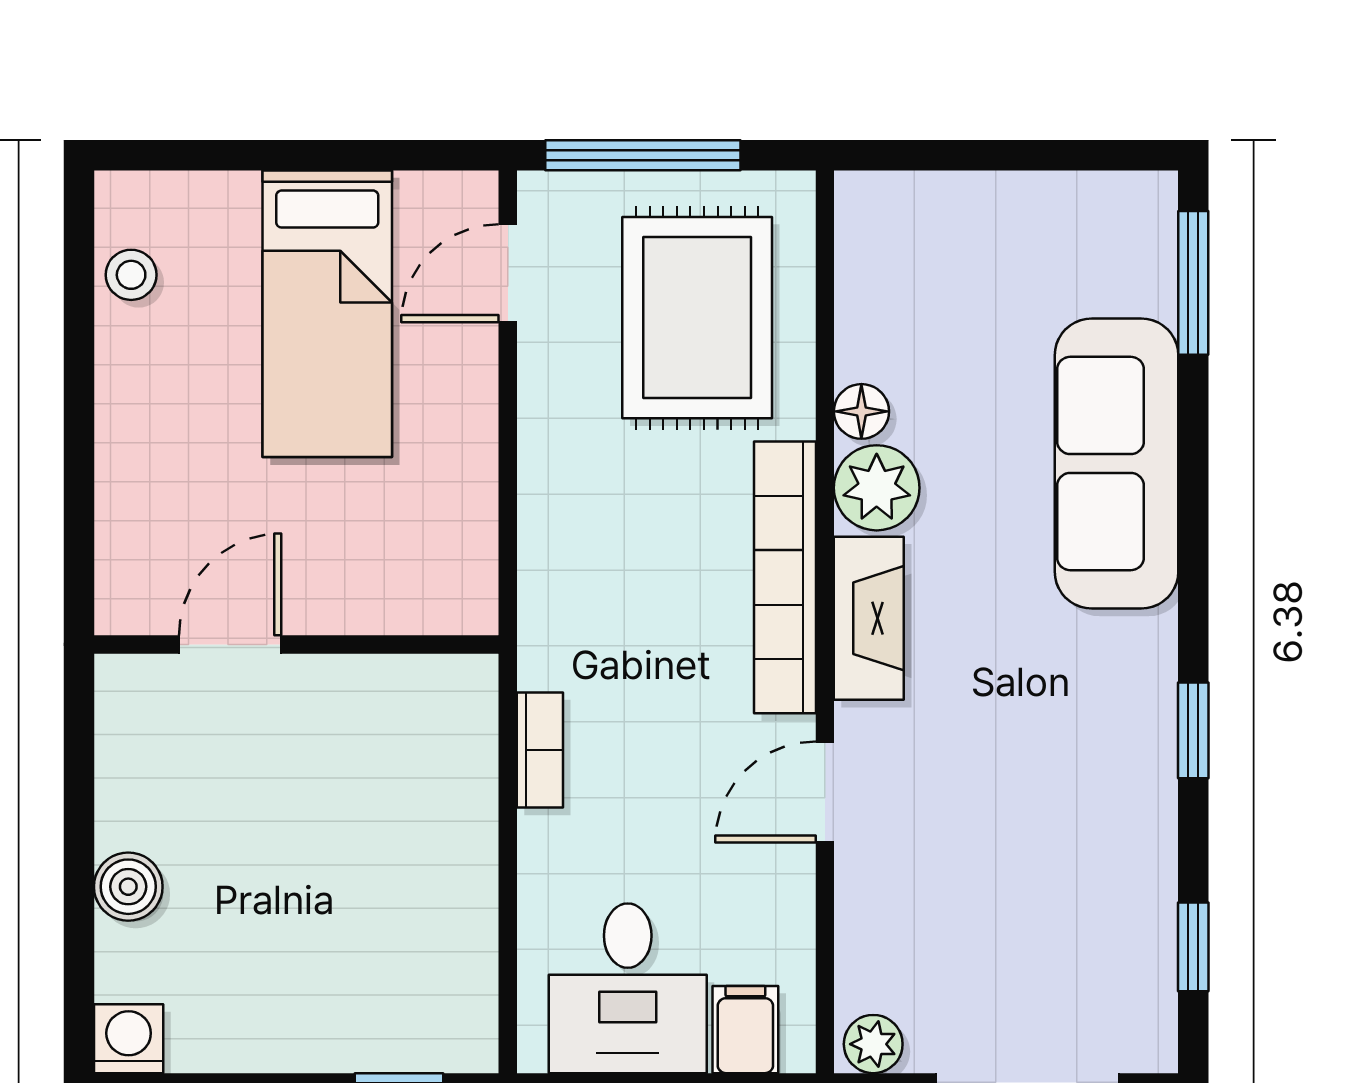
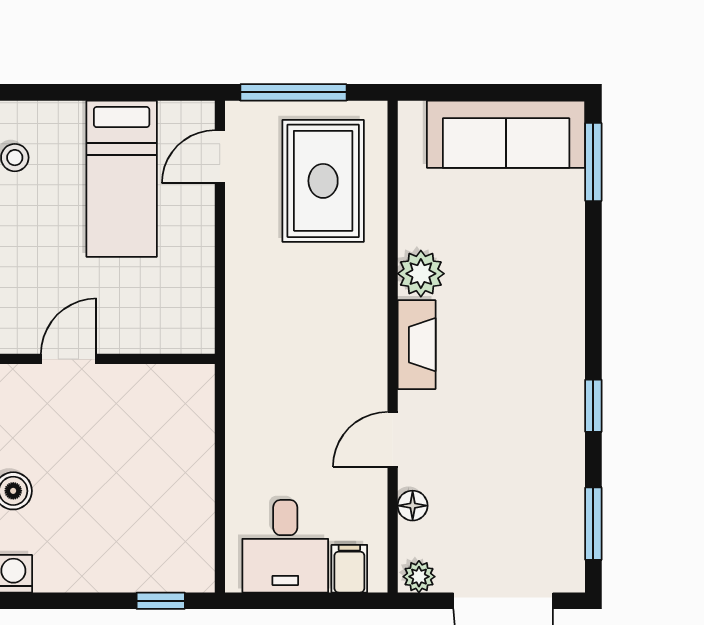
floor lamp: (861, 411) -> (413, 506), moved
sofa: (1117, 464) -> (506, 134), moved, turned -90
bookcase: (785, 577) -> (371, 322), removed
bookcase: (540, 750) -> (237, 416), removed
window: (1193, 947) -> (593, 524), width x1.50

